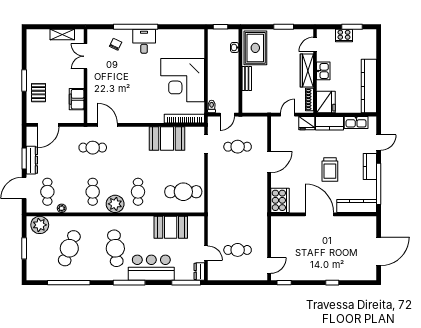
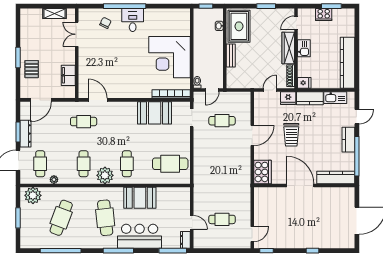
fridge: (326, 102) -> (304, 83), width x0.53, depth x0.75
trolley: (330, 169) -> (291, 135), moved
booth: (171, 227) -> (140, 198), moved

